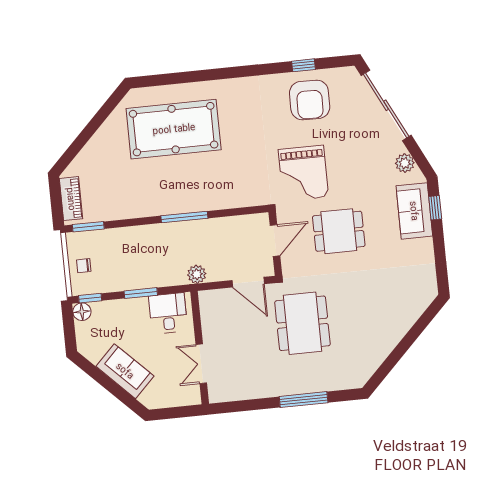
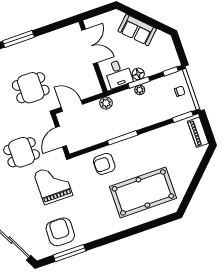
window: (303, 65) -> (69, 253), width x2.17
armchair: (221, 185) -> (104, 164), added
plant: (142, 282) -> (140, 90), added
floor lamp: (82, 312) -> (138, 74), moved
dining table: (302, 323) -> (31, 88), width x0.73
double door: (201, 364) -> (89, 46), width x1.37

